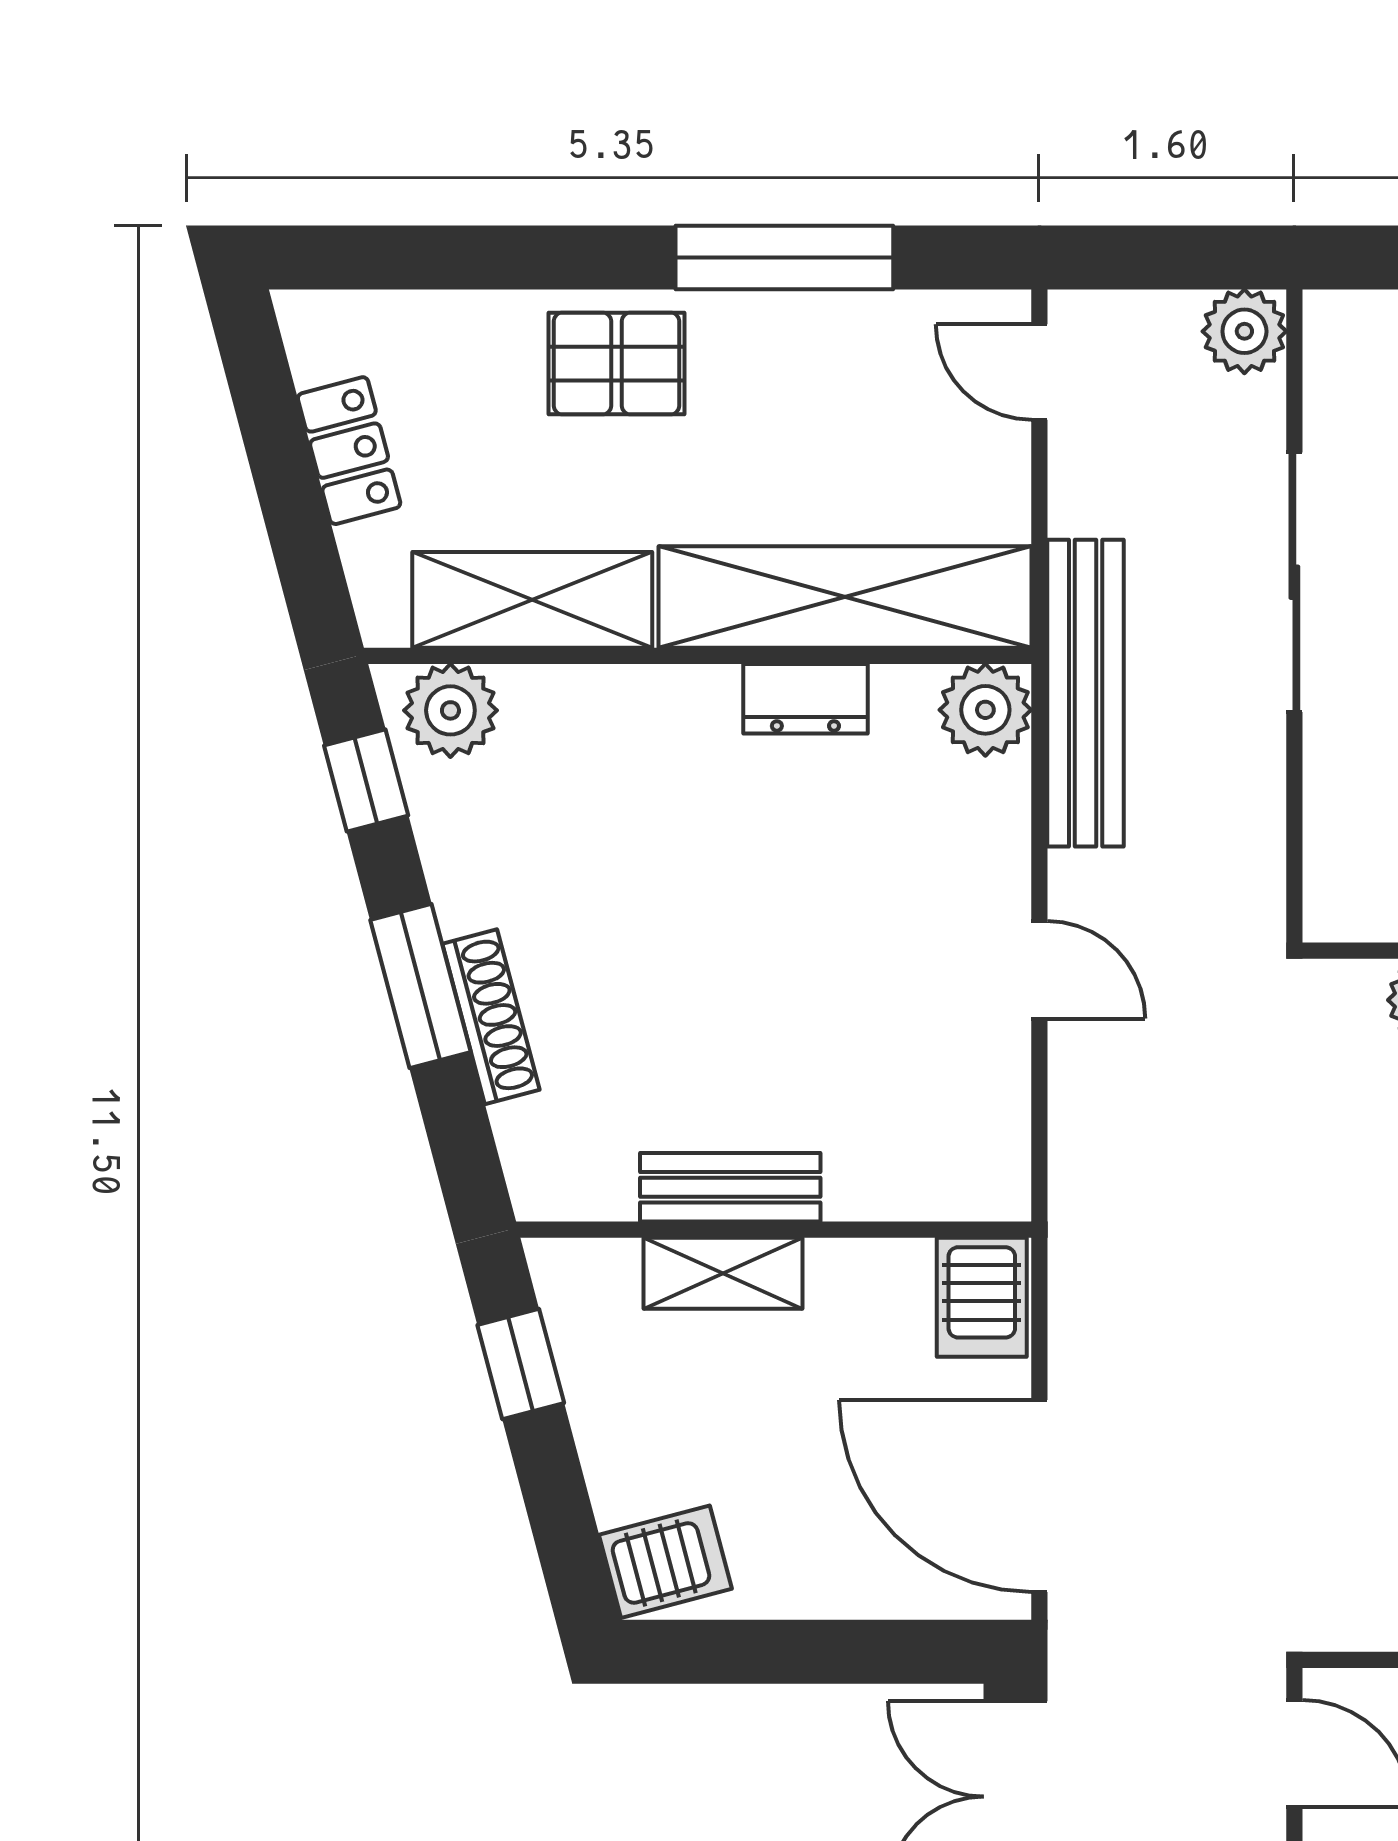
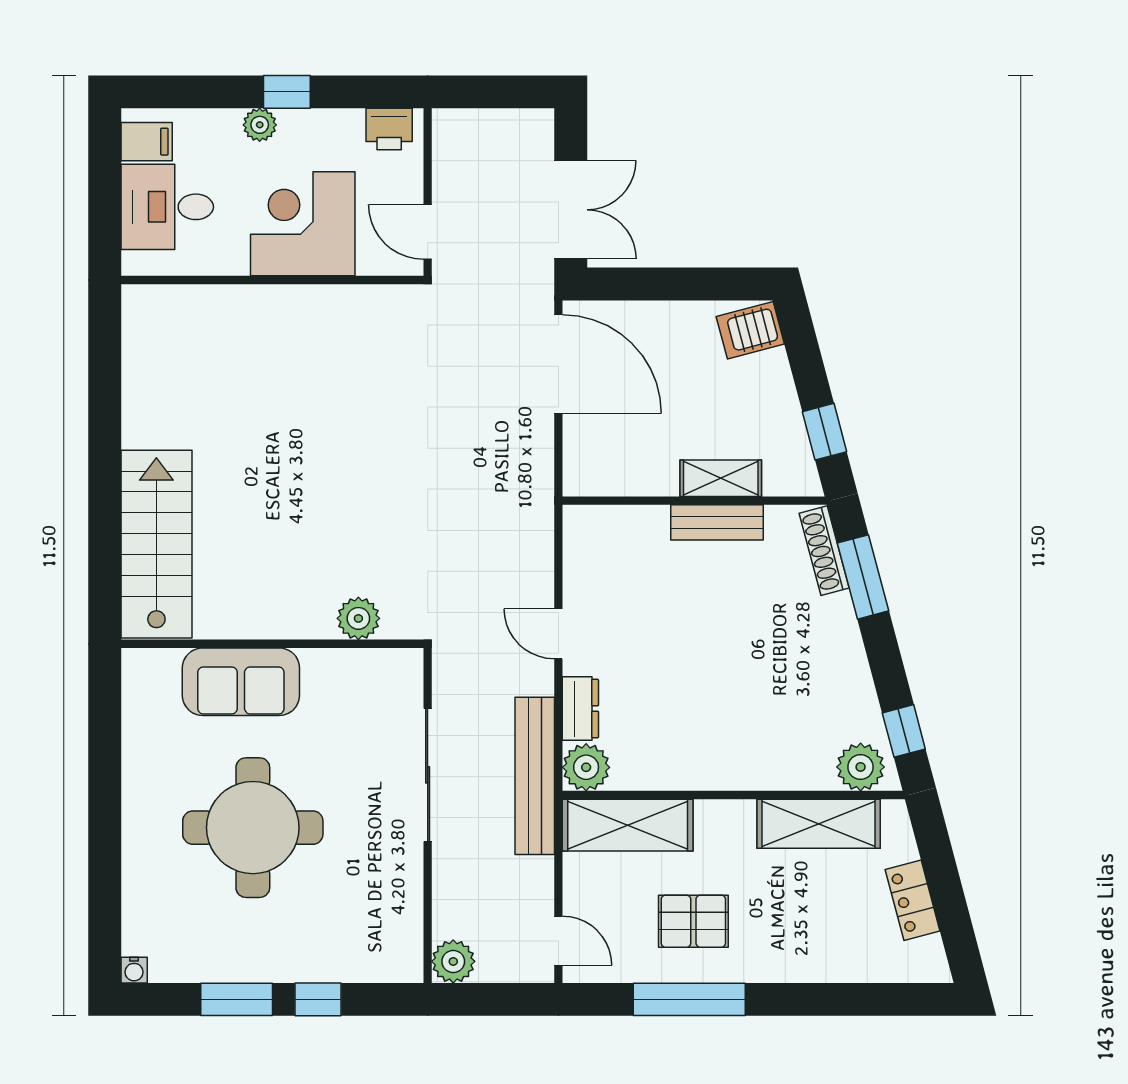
pallet: (616, 364) -> (693, 921), moved
sliding door: (1294, 582) -> (428, 775), moved
shelving: (845, 597) -> (628, 825), width x0.68
dresser: (805, 699) -> (580, 709), moved, turned 90
window: (421, 986) -> (863, 577), moved
shoe rack: (491, 1017) -> (824, 551), moved
server rack: (982, 1297) -> (588, 466), removed

